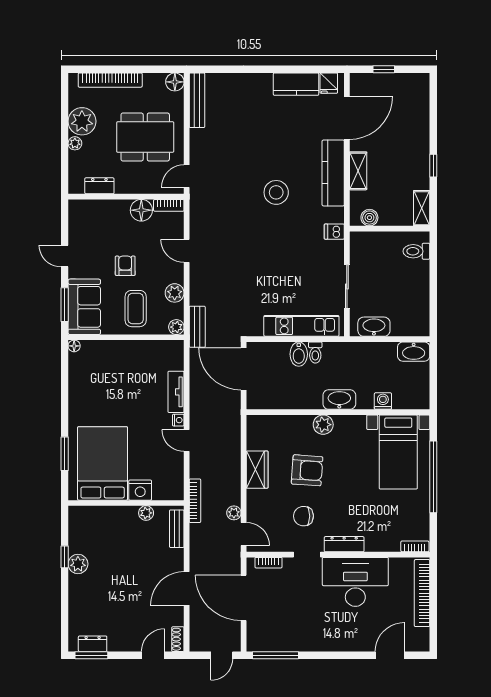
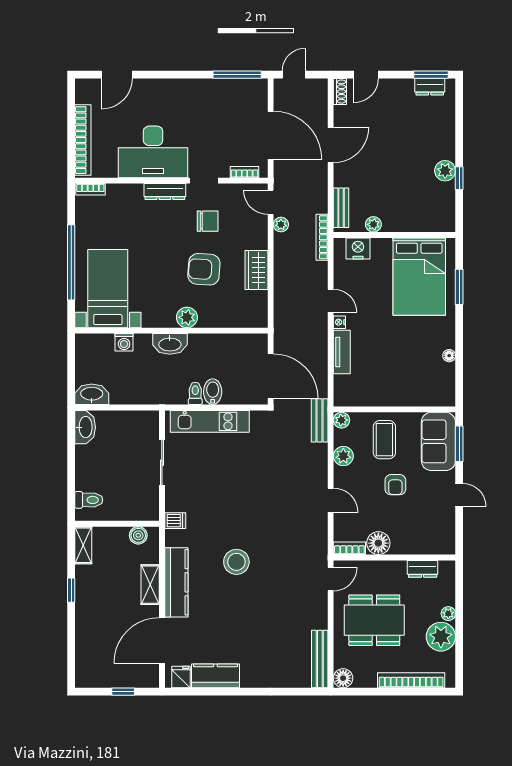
washbasin: (374, 327) -> (85, 427), moved, turned -90
floor lamp: (74, 346) -> (449, 356), moved
nightstand: (140, 490) -> (358, 248), moved

